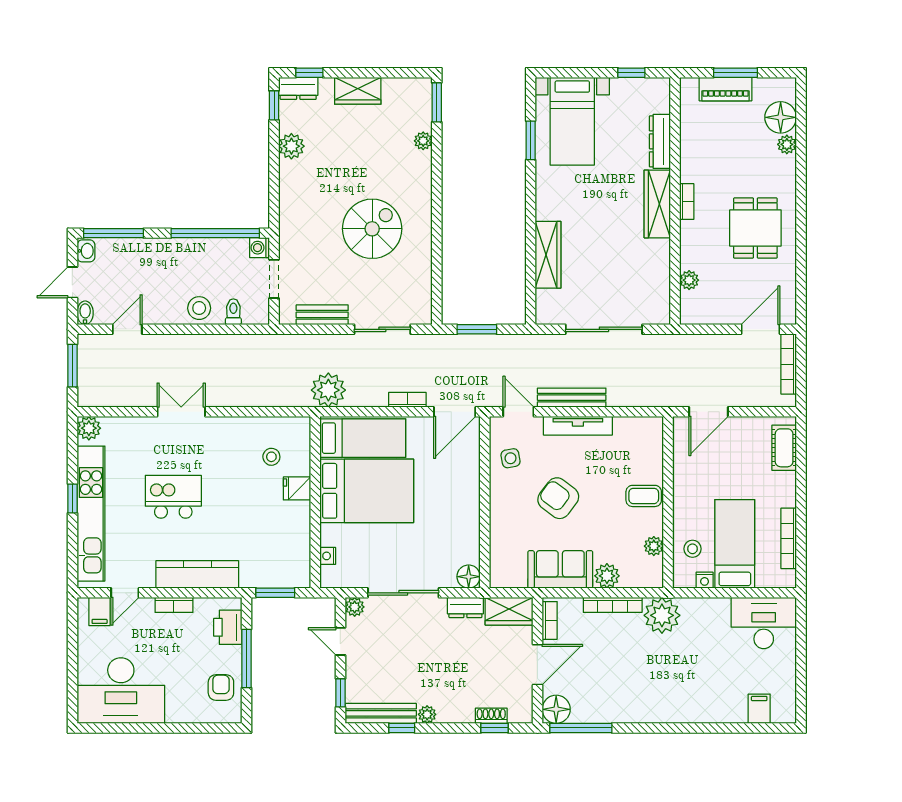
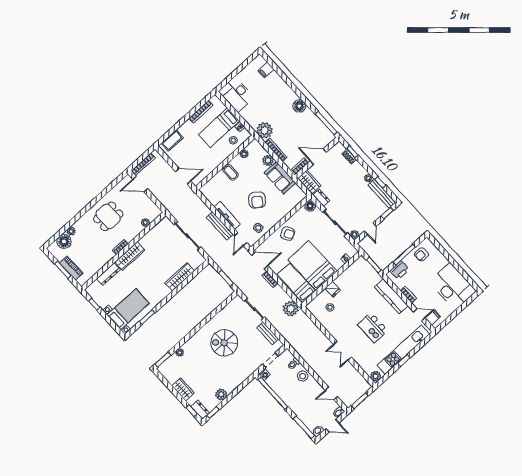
armchair: (457, 498) -> (288, 234), added
floor lamp: (556, 709) -> (299, 106), moved

